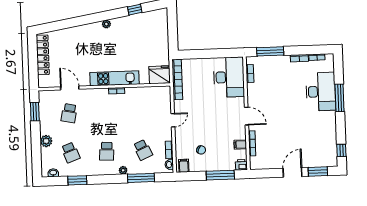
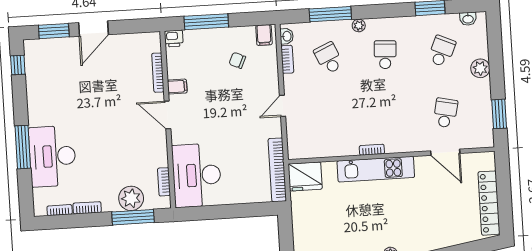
plant: (271, 63) -> (131, 198), added
filing cabinet: (240, 145) -> (177, 87), moved
school desk: (71, 153) -> (442, 51), turned 45

